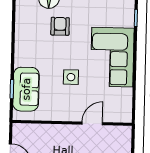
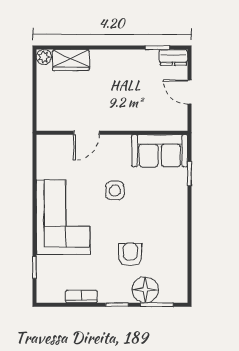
armchair: (60, 26) -> (130, 255), turned 180
sofa: (26, 89) -> (160, 151), moved, turned -90

